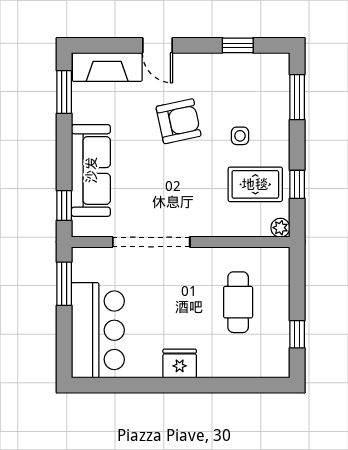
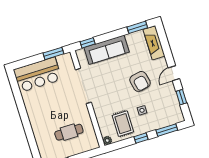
door: (157, 45) -> (174, 73), moved
window: (297, 184) -> (141, 138), moved
fridge: (180, 364) -> (34, 115), removed

